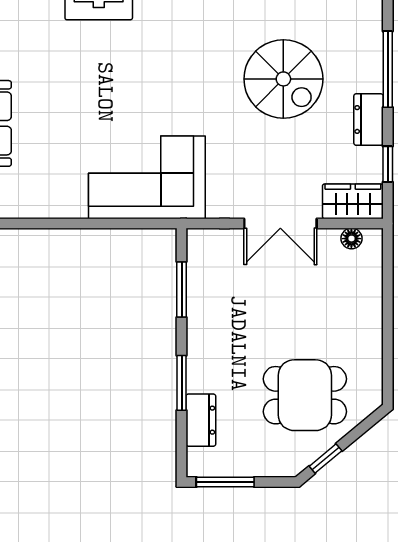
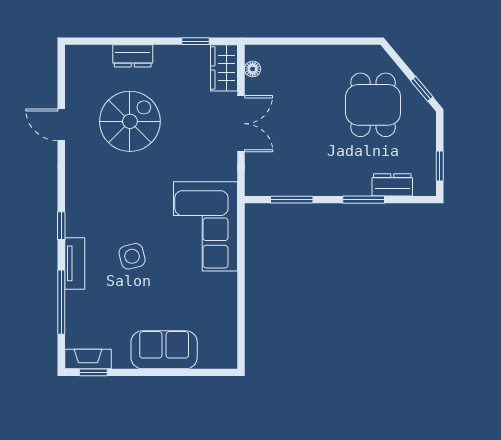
window: (388, 69) -> (122, 41), removed
side table: (108, 82) -> (132, 256), added
dresser: (369, 120) -> (133, 56), moved
window: (225, 482) -> (440, 166), width x0.67

